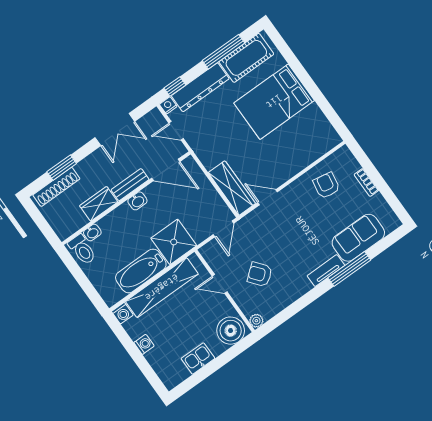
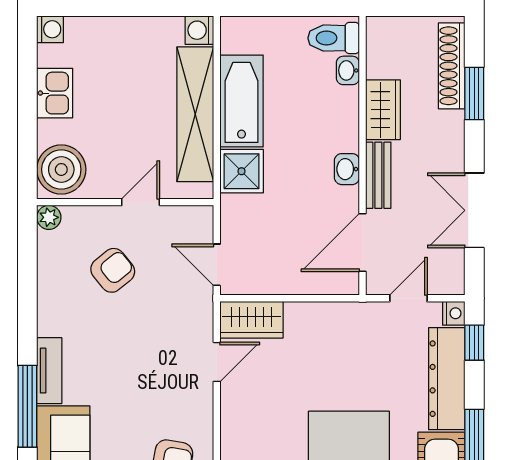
wardrobe: (232, 188) -> (251, 320), width x0.67
shower: (174, 242) -> (242, 171), width x0.73, depth x0.73
washing machine: (144, 344) -> (50, 29), moved, turned -90

